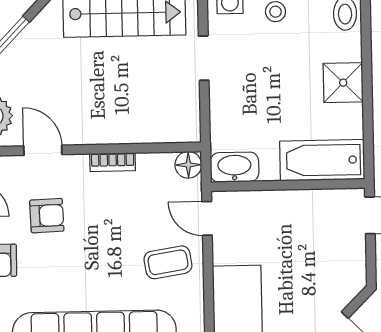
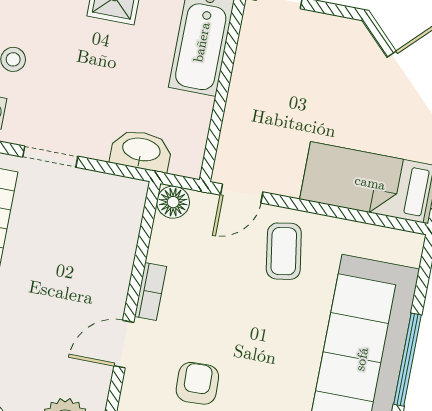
door: (43, 150) -> (124, 344), moved
washbasin: (234, 167) -> (141, 151), moved, turned 90

